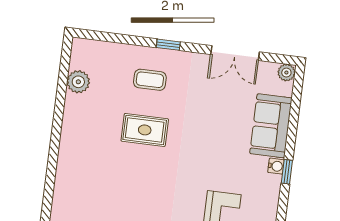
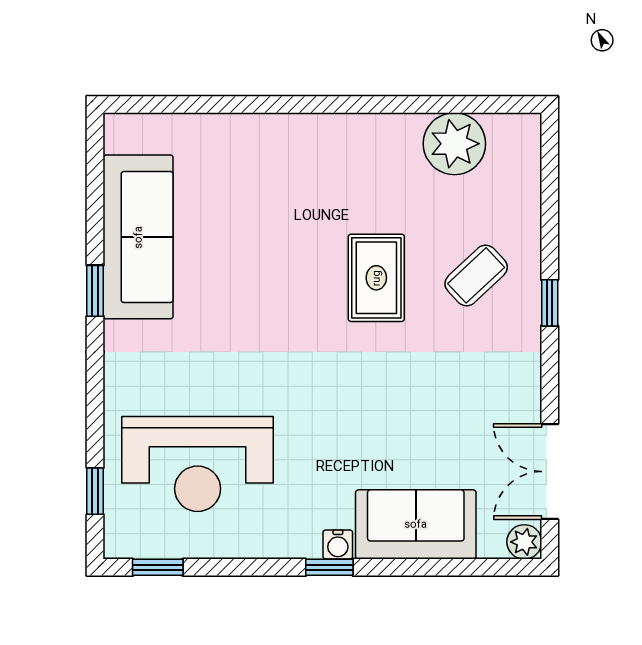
double door: (235, 53) -> (550, 472), moved
coffee table: (150, 80) -> (476, 275), turned 47
plant: (78, 82) -> (454, 144), width x1.36, depth x1.36

